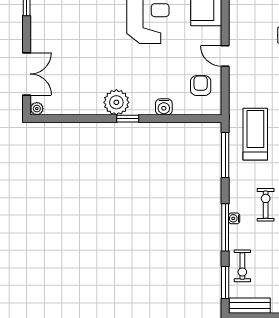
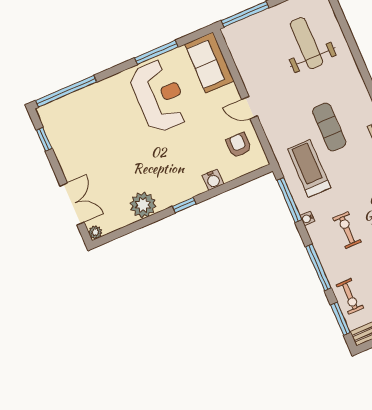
plant: (116, 102) -> (143, 205), moved
water cooler: (234, 218) -> (307, 218), moved

